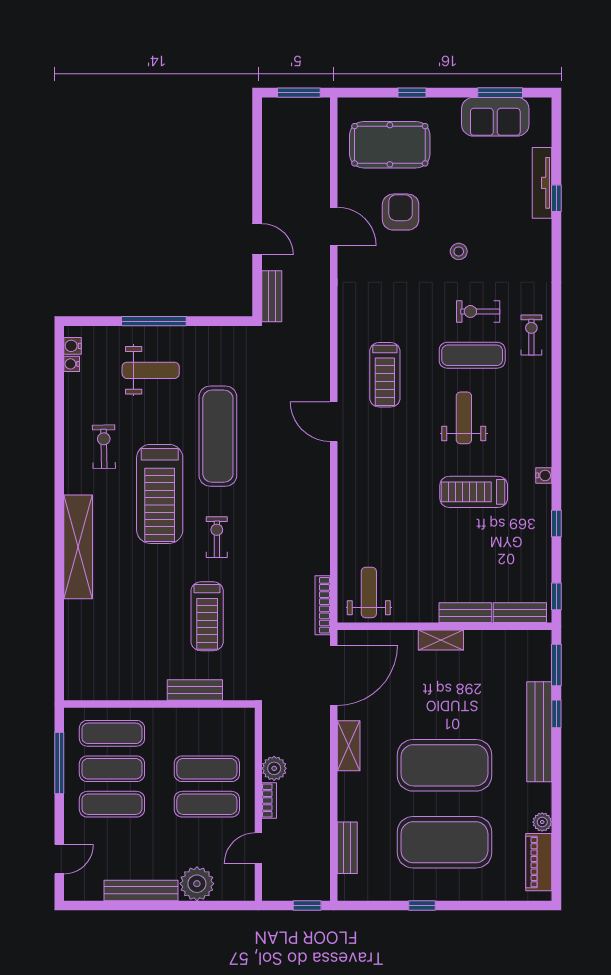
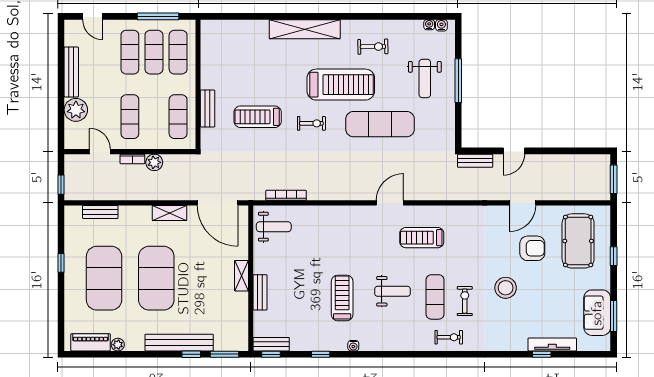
stool: (459, 251) -> (506, 288), width x1.89, depth x1.89
treadmill: (160, 494) -> (341, 85), turned 180
bookcase: (323, 605) -> (286, 195), moved
bench: (520, 613) -> (271, 344), moved, turned 90
exercise mat: (207, 769) -> (178, 117), moved

